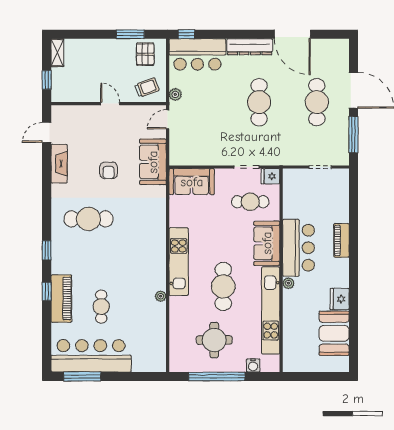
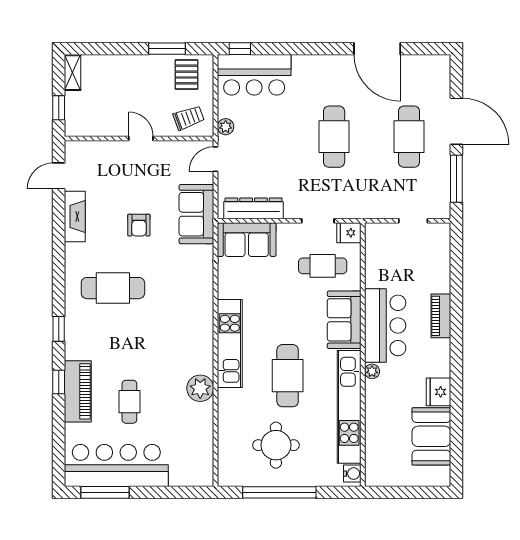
dresser: (250, 47) -> (254, 208), moved, turned 180
plant: (161, 296) -> (200, 388), width x1.87, depth x1.87
water cooler: (253, 365) -> (352, 474), moved, turned -90

